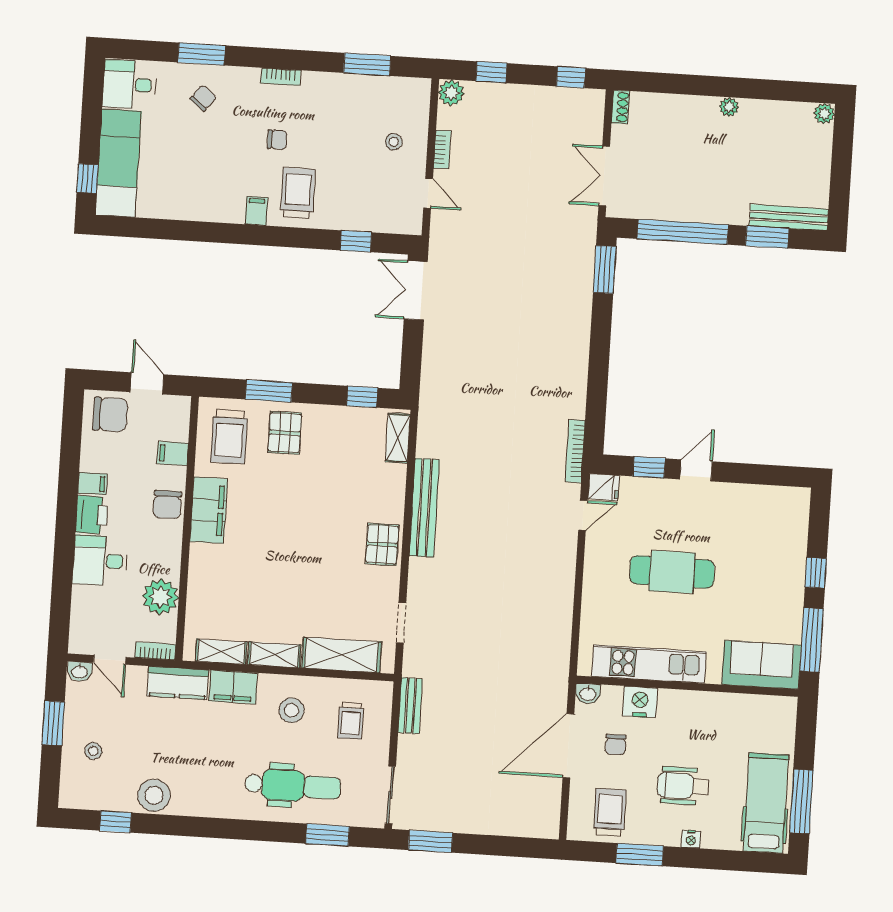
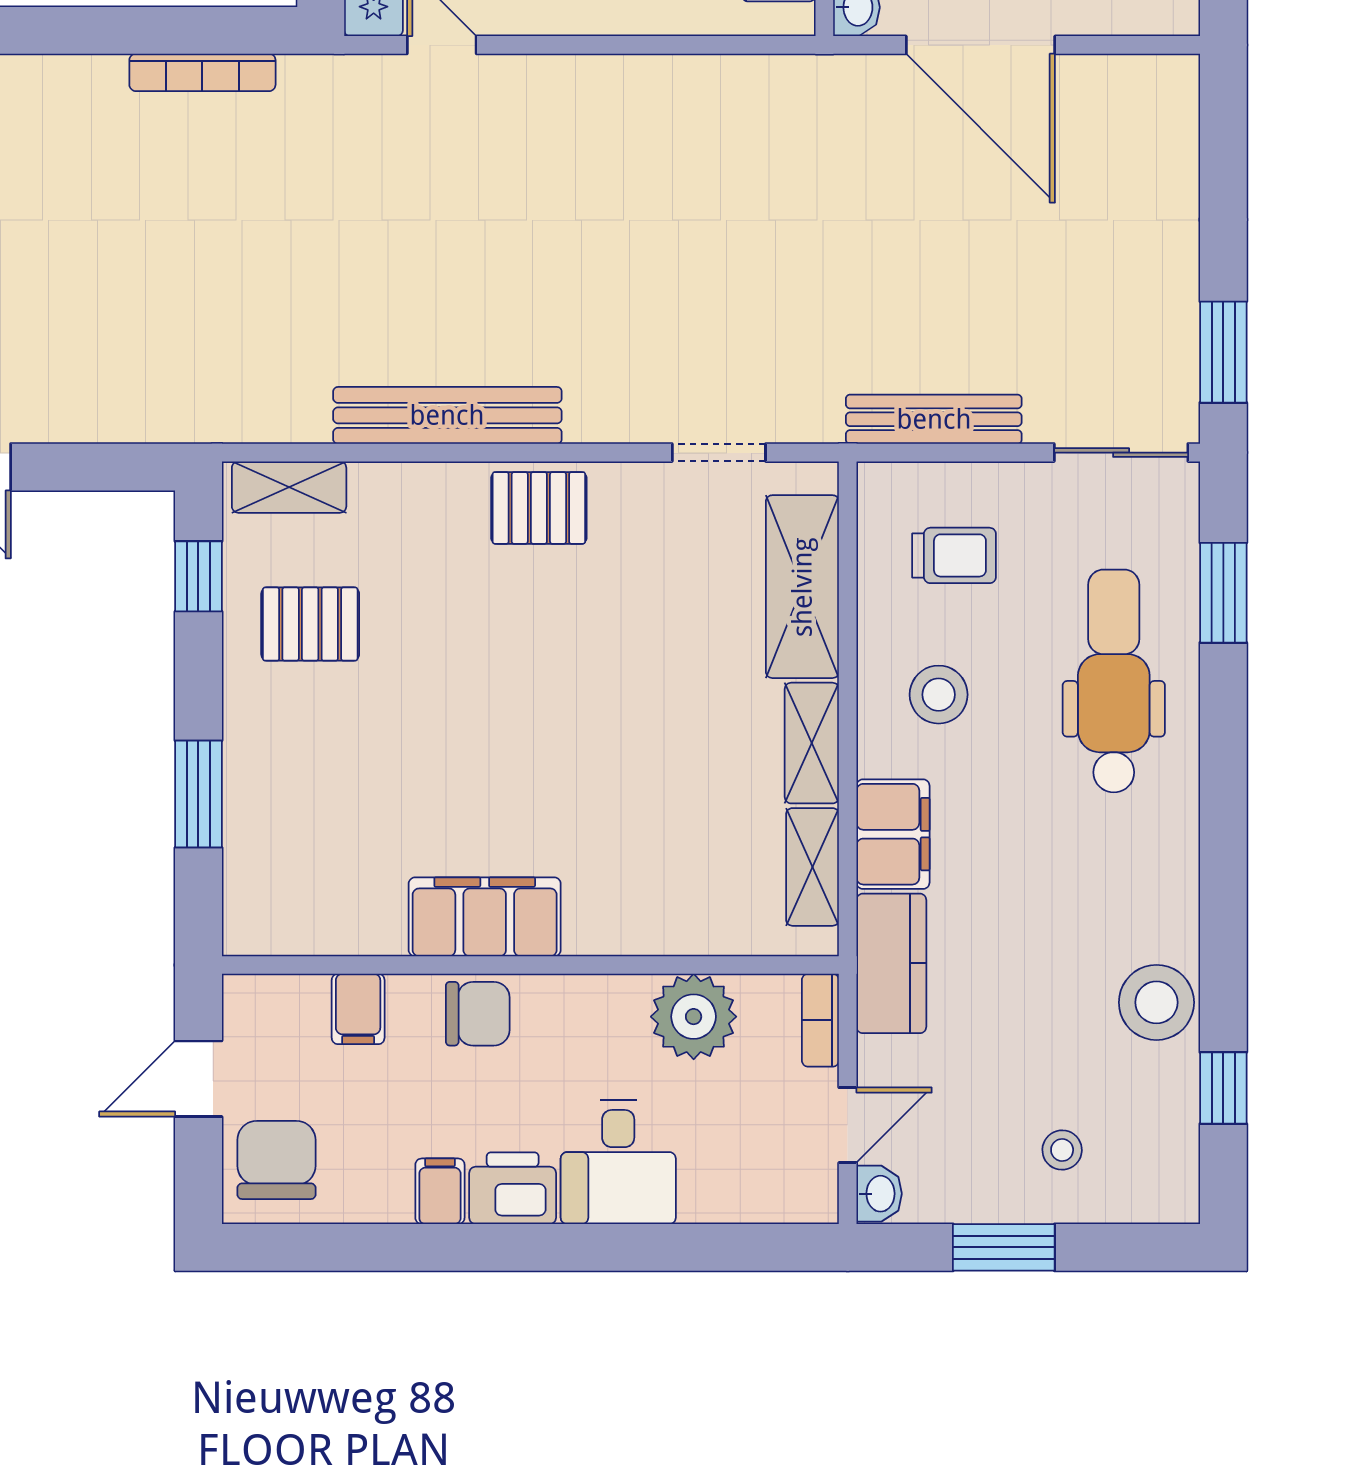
pallet: (285, 433) -> (310, 624), moved
trolley: (229, 437) -> (310, 880), removed
bookcase: (575, 451) -> (202, 72), moved
bench: (410, 706) -> (934, 419), width x1.36

